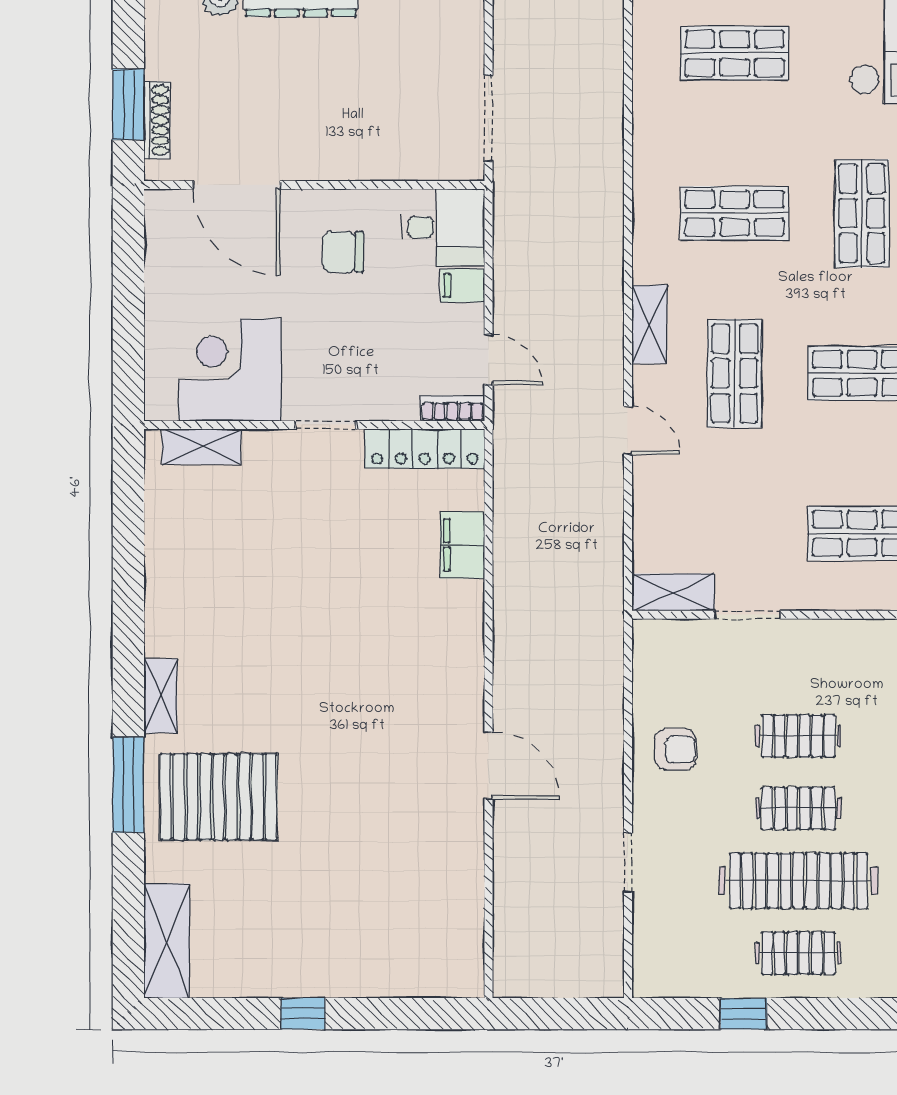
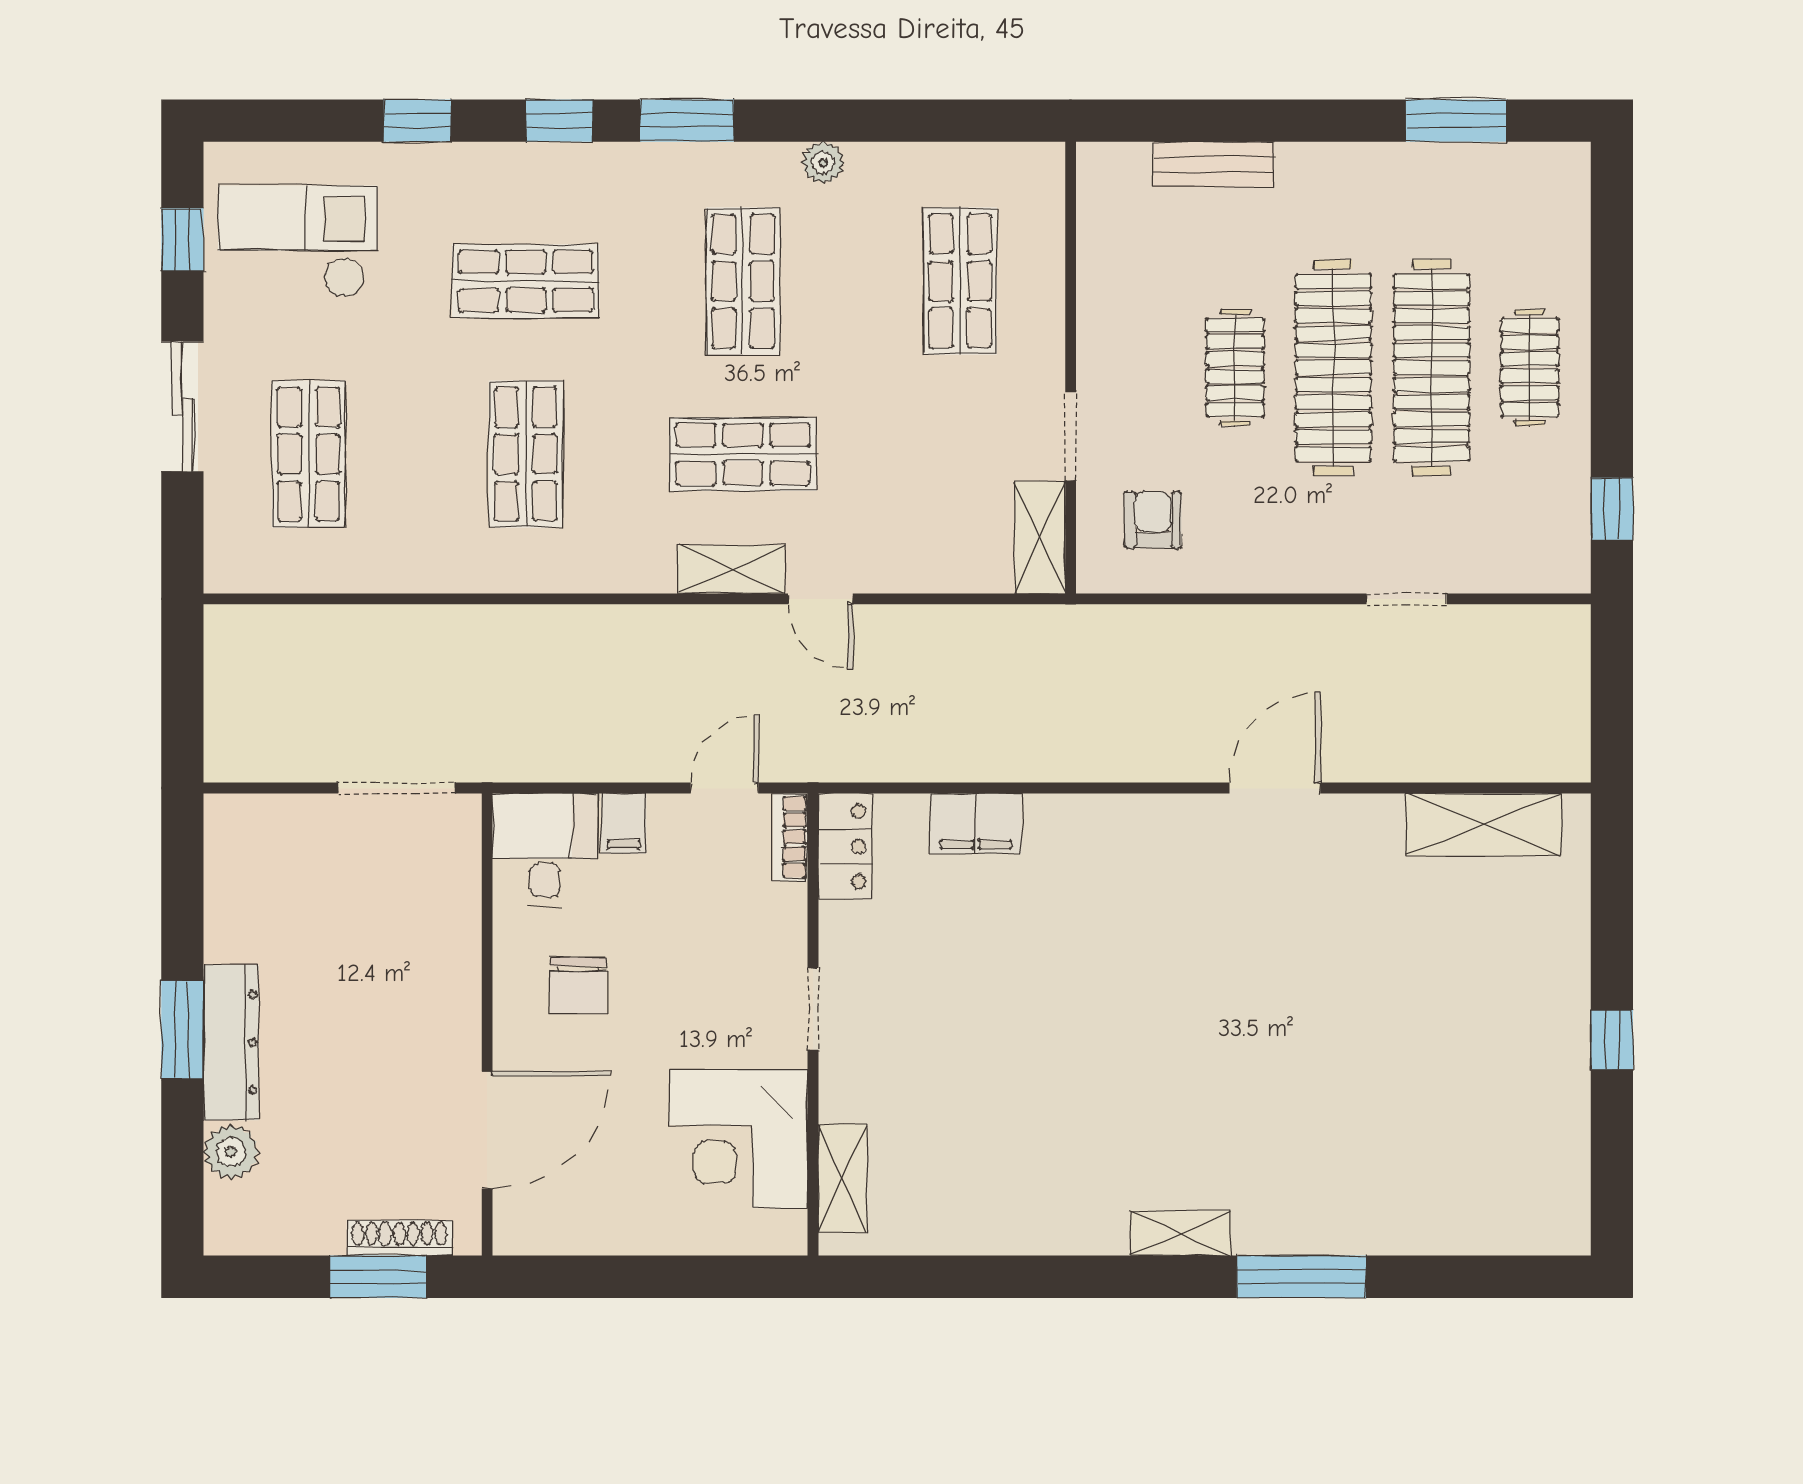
shelving: (649, 324) -> (731, 570), moved
door: (628, 430) -> (820, 599), swing flipped
locker: (425, 449) -> (845, 846), width x0.66
armchair: (675, 749) -> (1153, 520), moved
pallet: (219, 797) -> (1318, 1154), removed
clothes rail: (798, 808) -> (1333, 368), width x1.86, depth x1.31
shelving: (167, 941) -> (1483, 824), moved
window: (744, 1014) -> (1612, 509), moved

